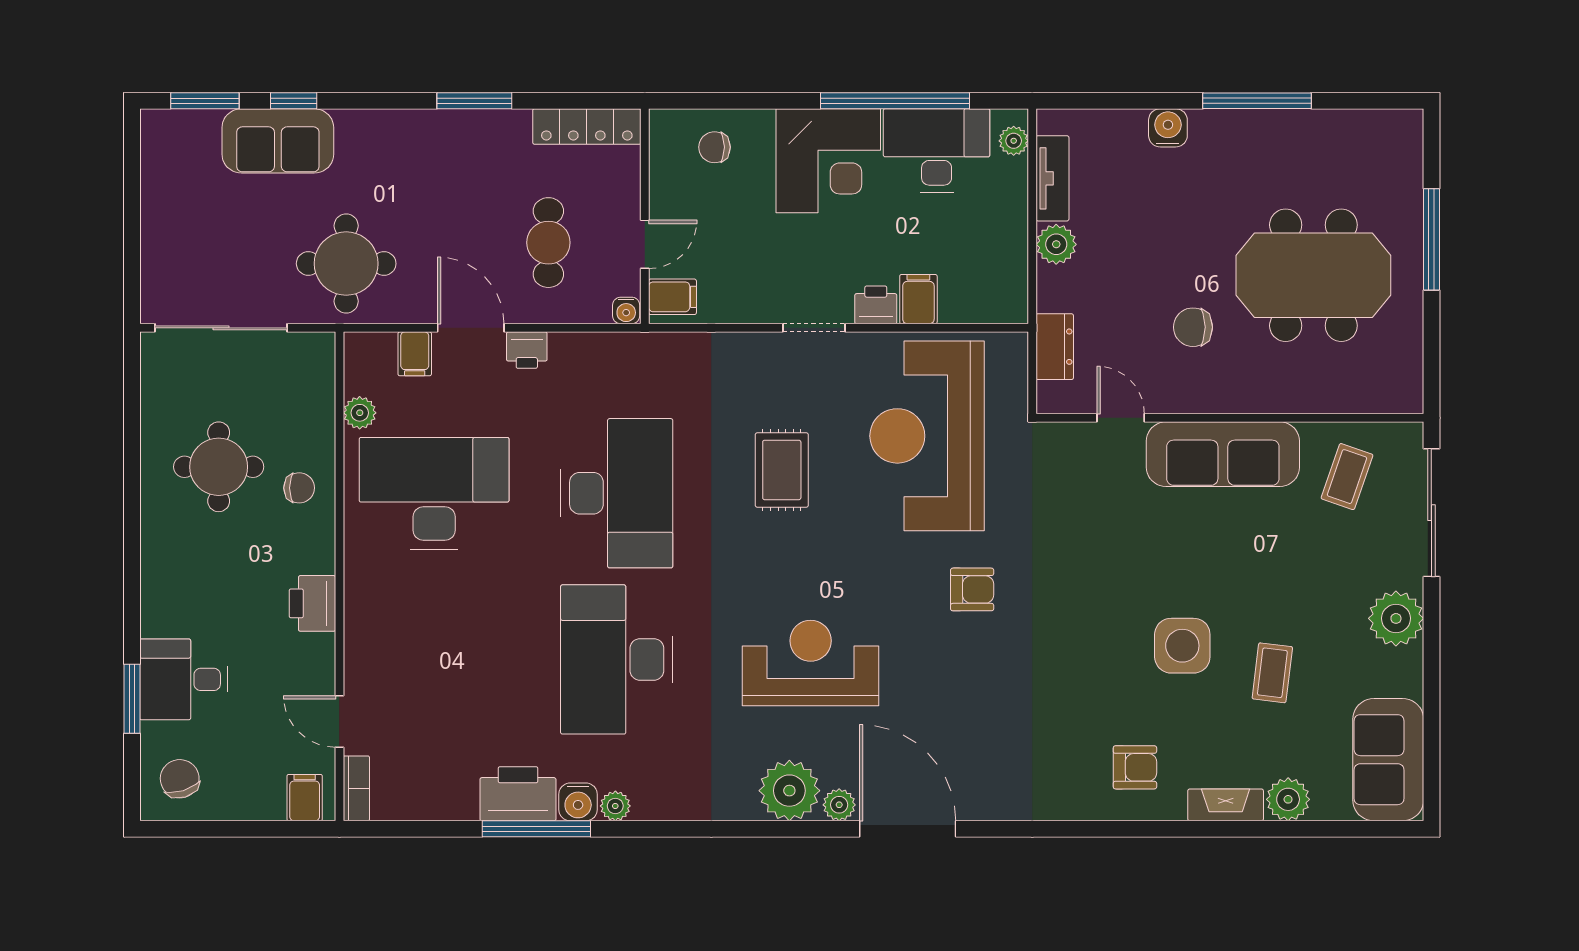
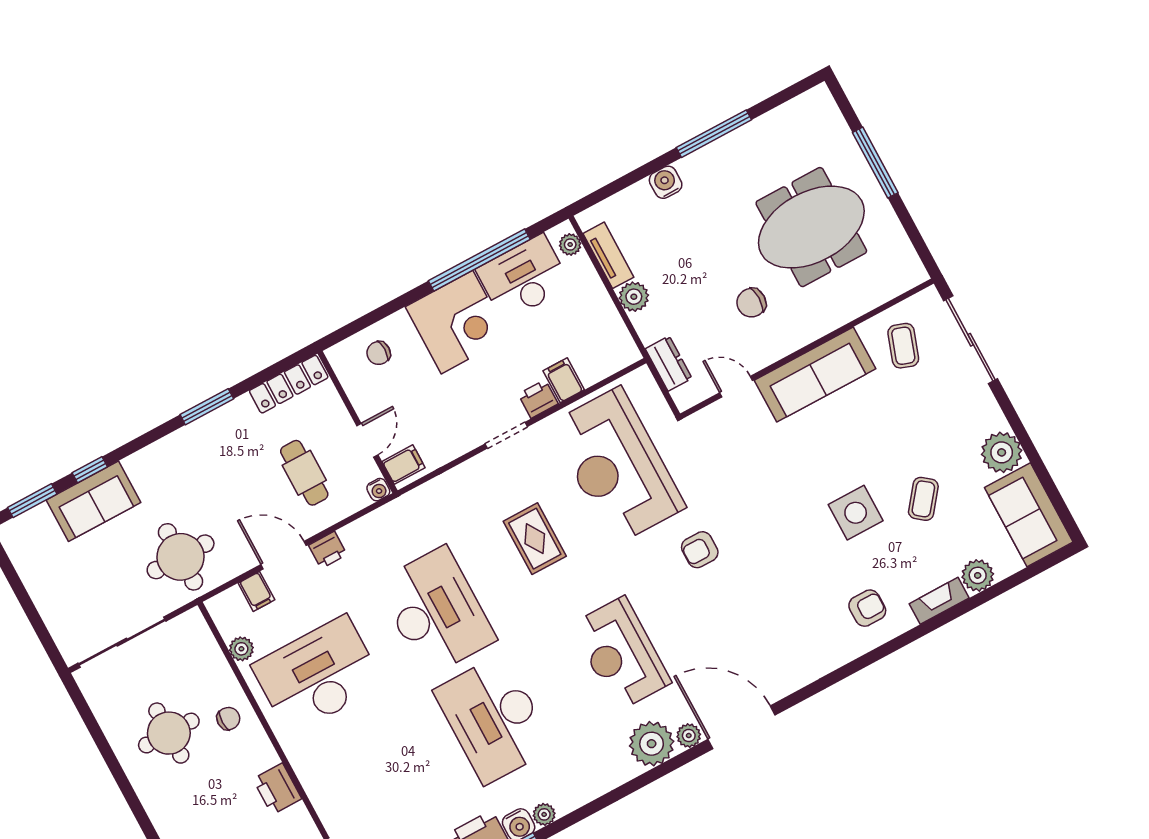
armchair: (972, 589) -> (700, 550), turned 180
plant: (1396, 618) -> (1002, 452), moved
reception desk: (811, 663) -> (621, 654), turned -90
coffee table: (1272, 673) -> (923, 499), turned 31

